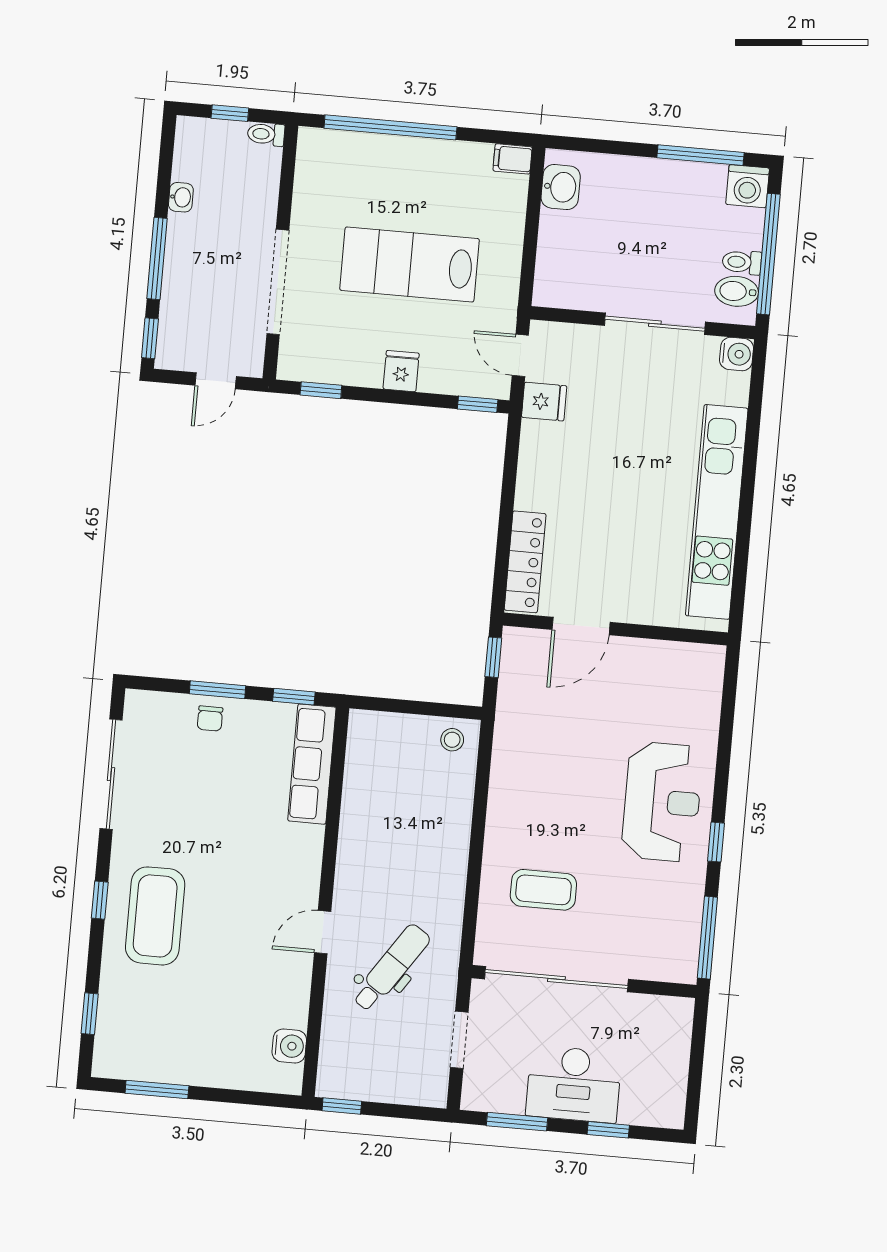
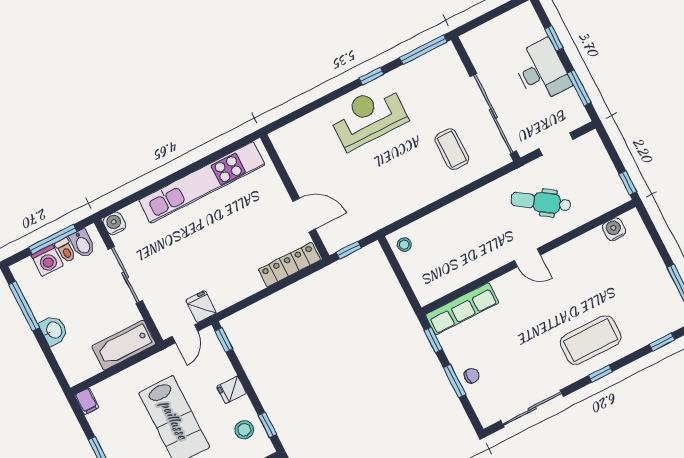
washing machine: (748, 186) -> (47, 260), moved, turned 90
washbasin: (561, 187) -> (54, 330), moved, turned 90
window: (768, 254) -> (53, 239), width x0.68
bathtub: (558, 260) -> (124, 345), added
stool: (334, 354) -> (244, 430), added
door: (323, 932) -> (527, 258), moved

